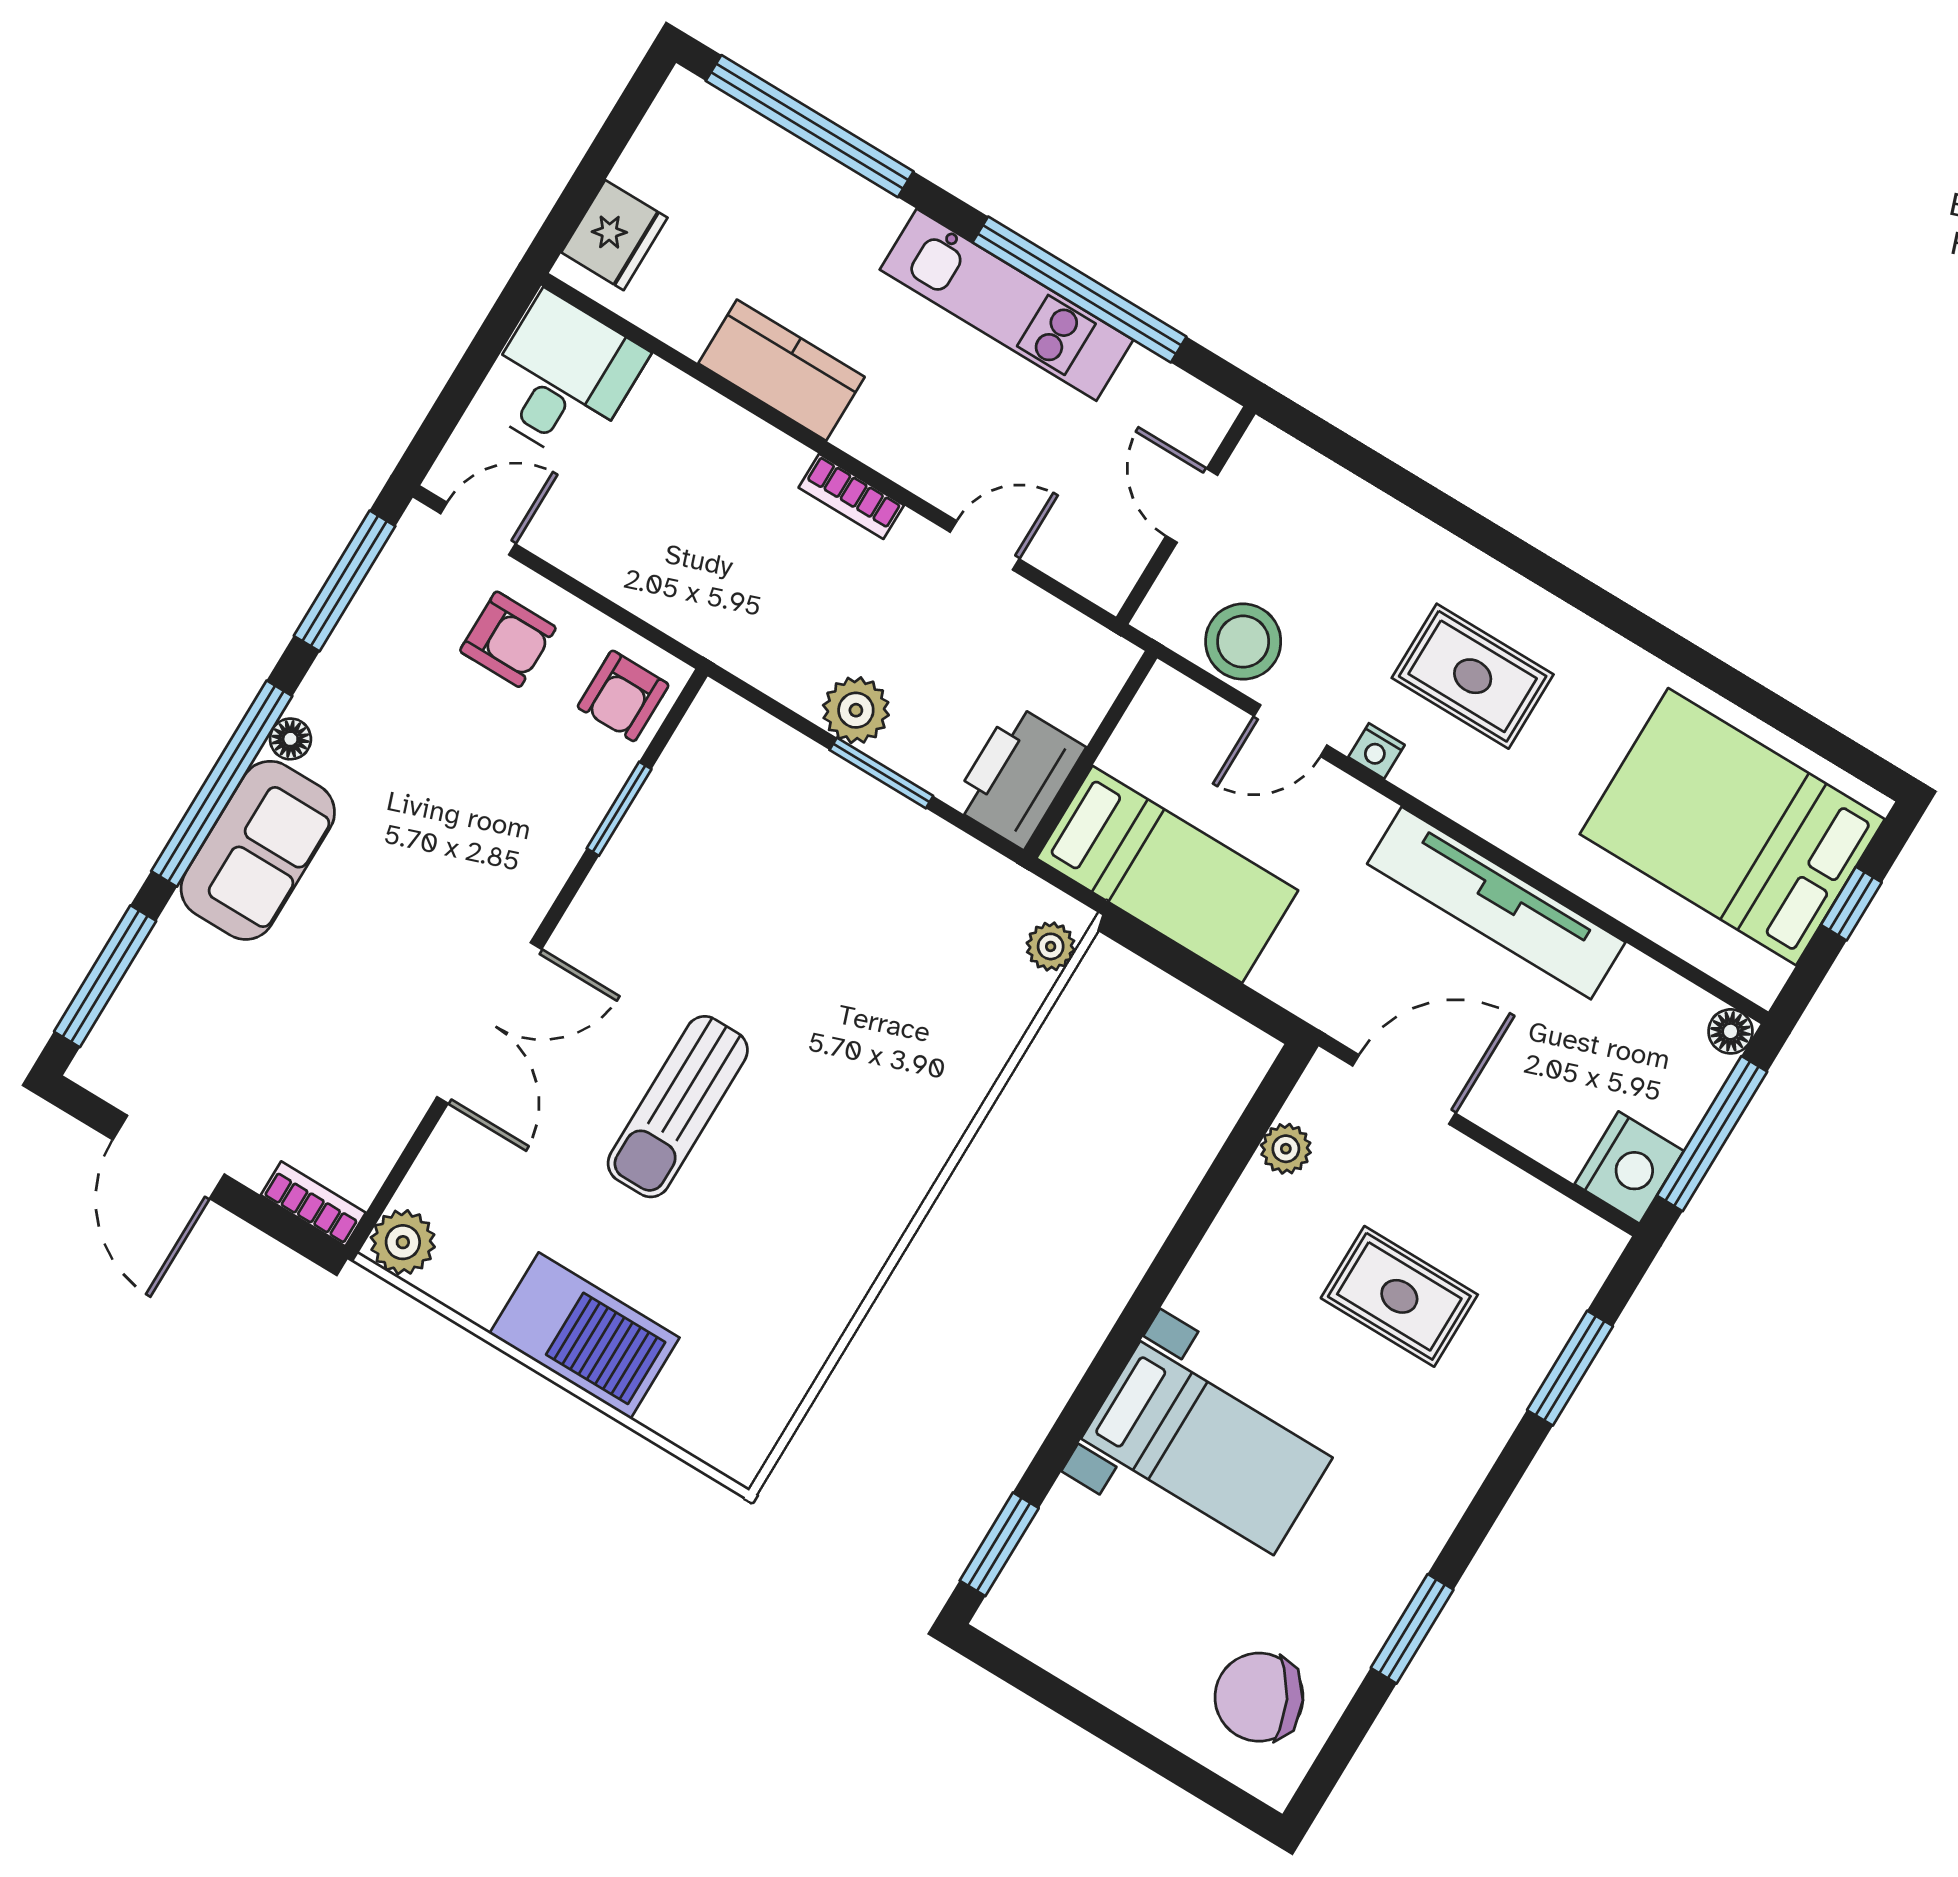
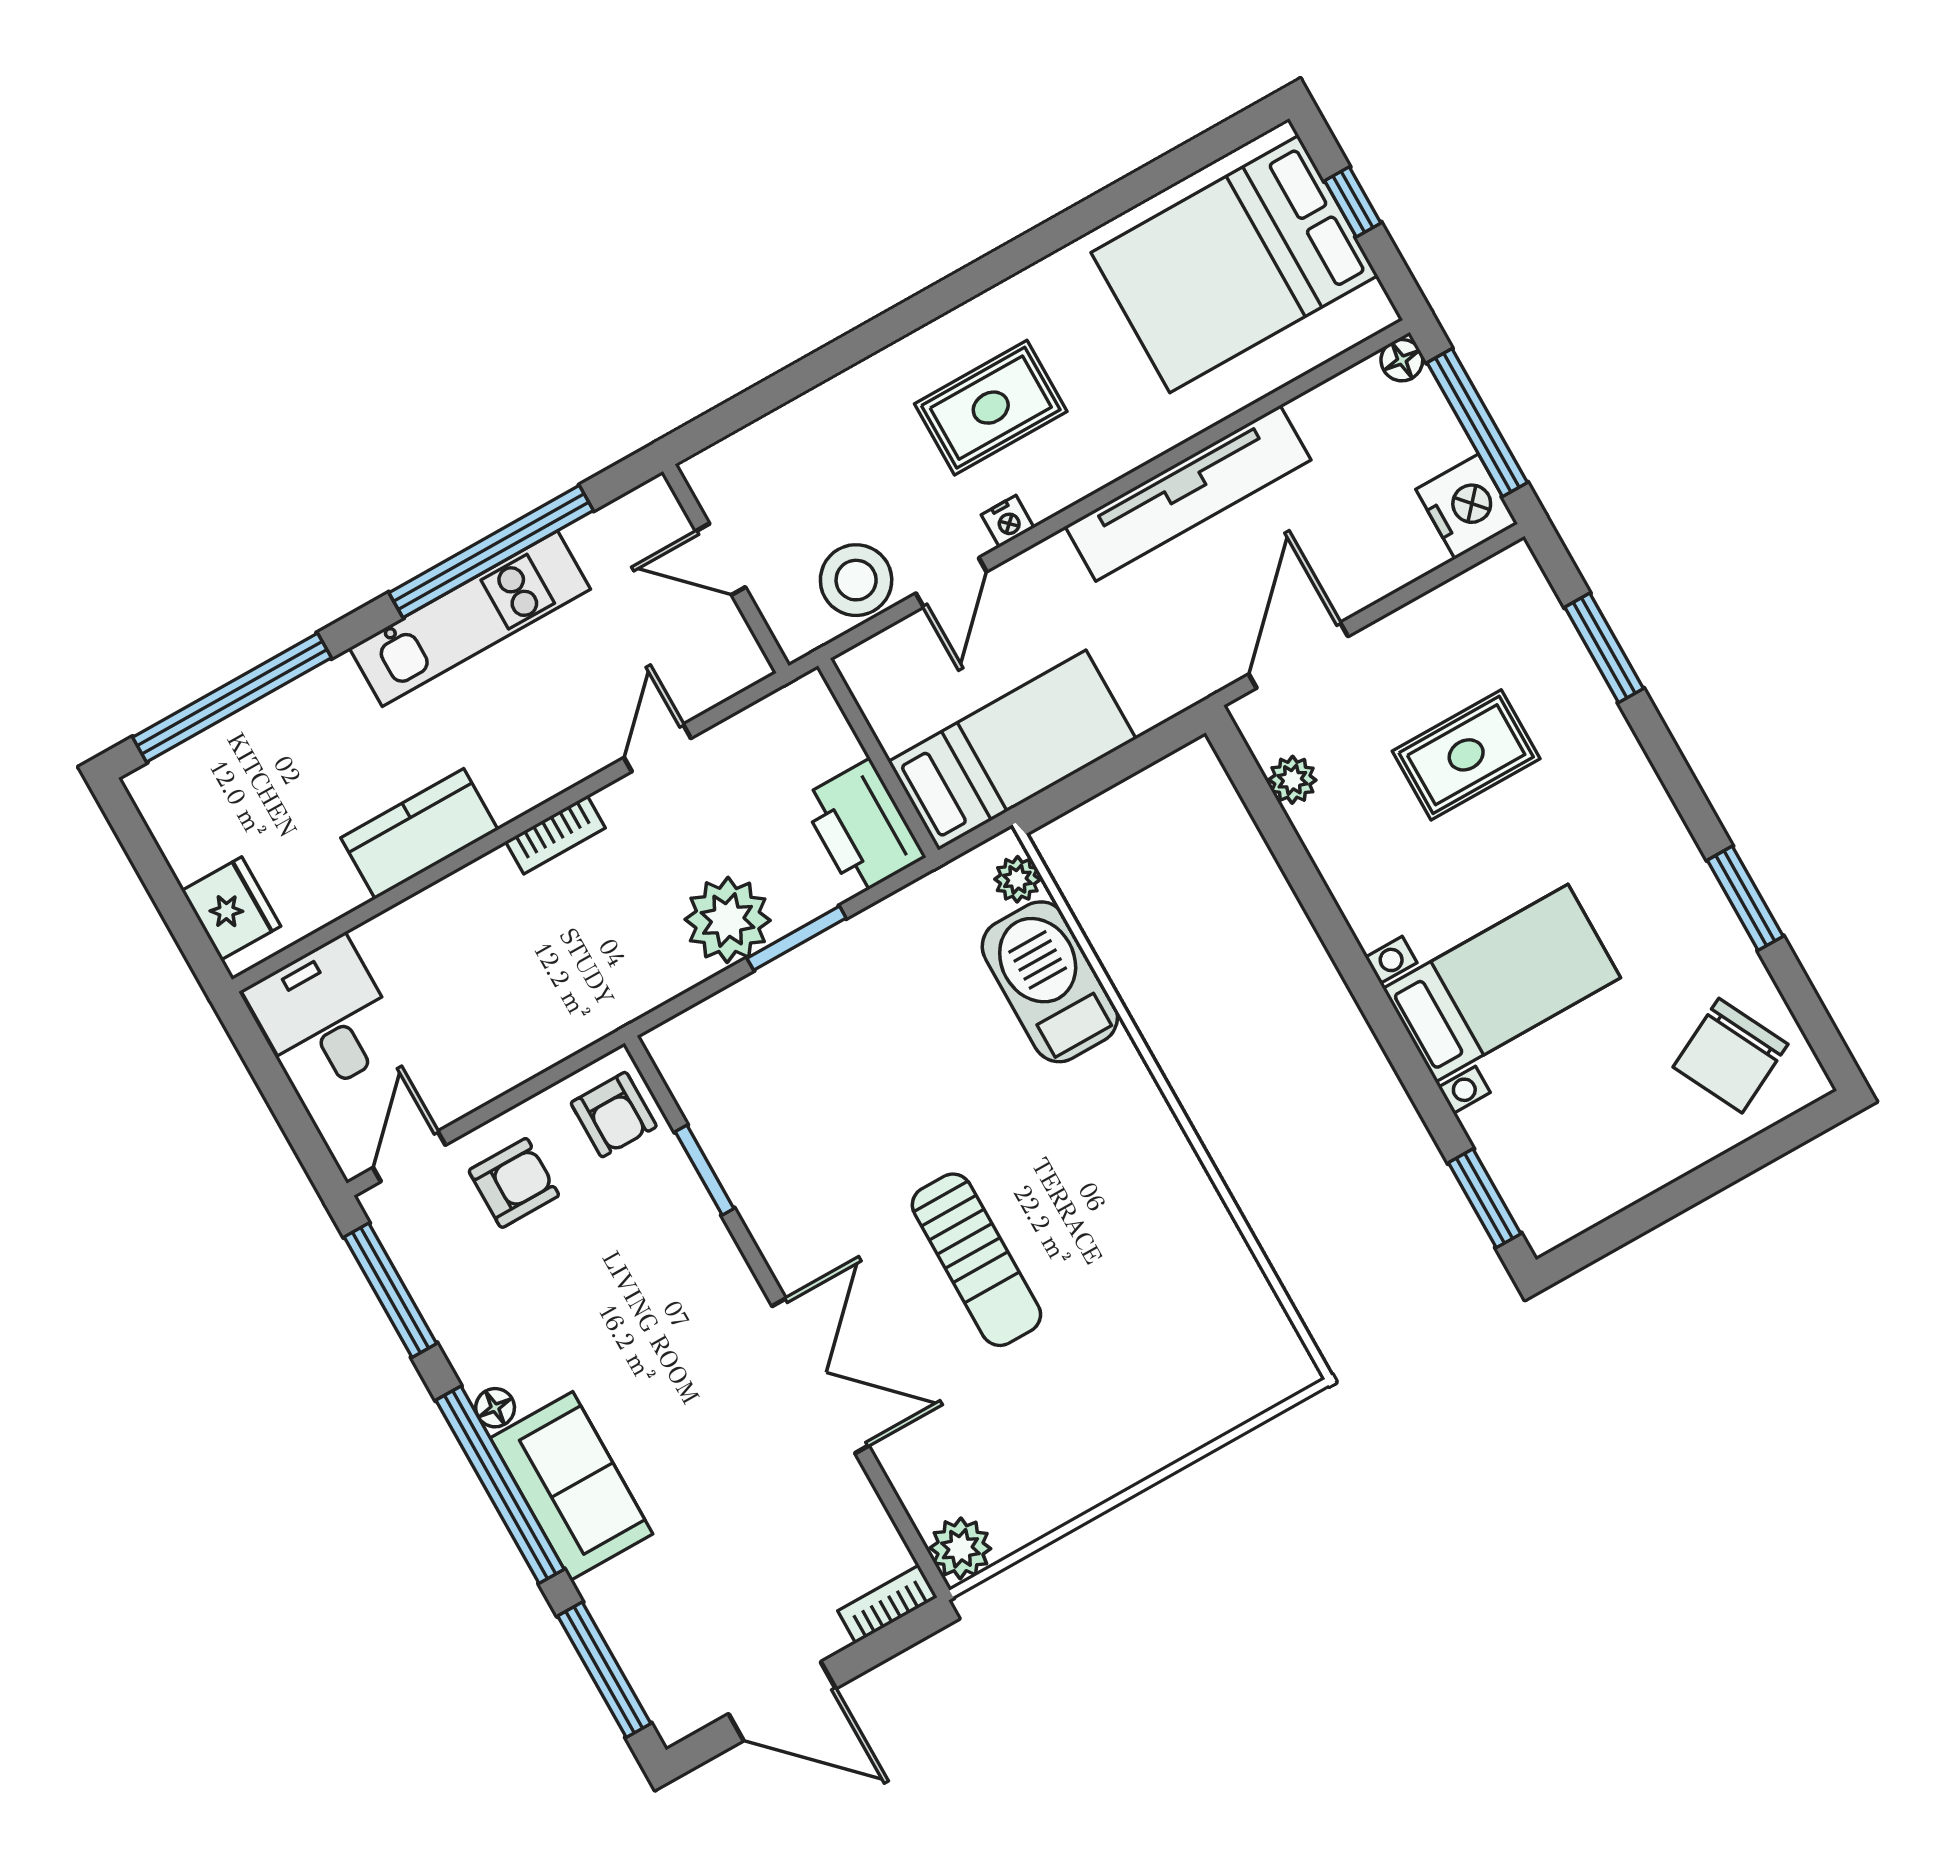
plant: (856, 710) -> (728, 920), width x1.36, depth x1.36
barbecue: (584, 1336) -> (1050, 982), moved, turned -90

